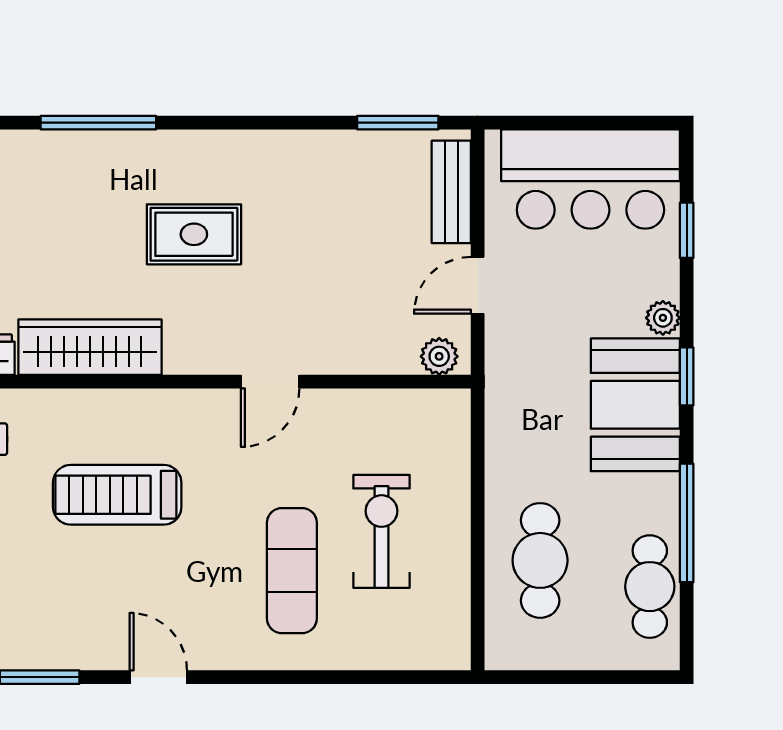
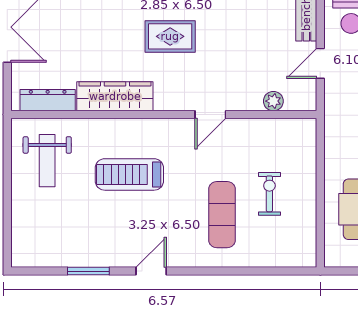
plant: (439, 356) -> (273, 101), moved
exercise bike: (382, 531) -> (269, 194), width x0.73, depth x0.72
door: (158, 677) -> (151, 271), hinge flipped

